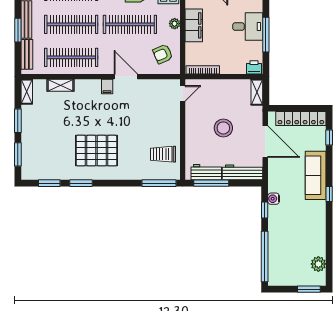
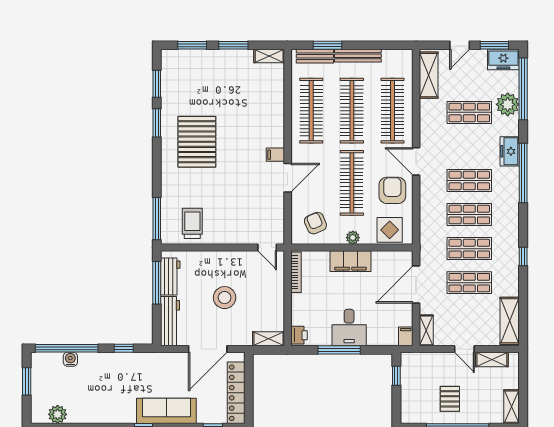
window: (18, 30) -> (327, 45), moved
shelving: (60, 85) -> (277, 98), removed
water cooler: (274, 199) -> (70, 359), moved
window: (309, 289) -> (27, 381), moved

